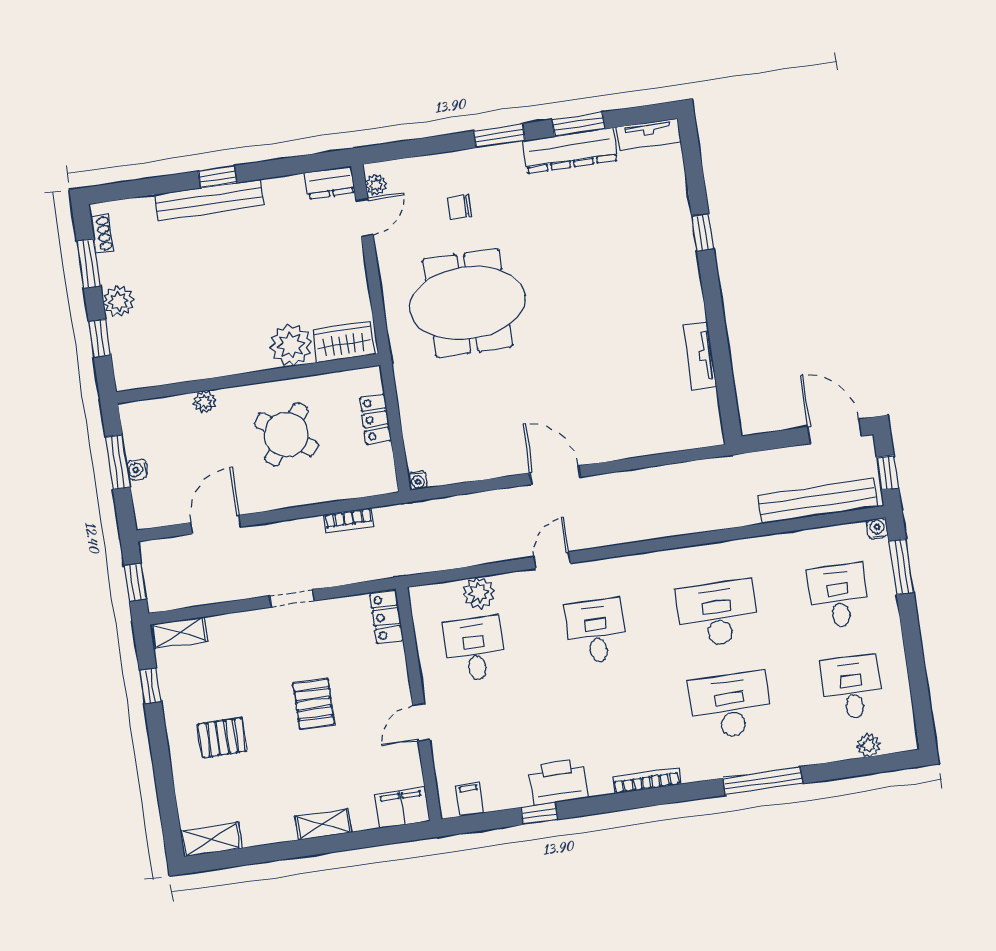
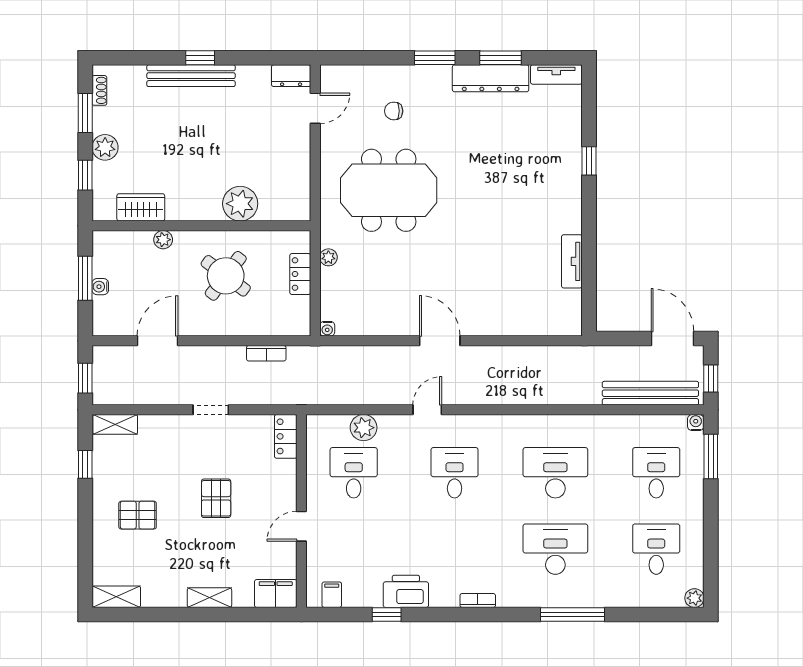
plant: (376, 185) -> (328, 257), moved
wardrobe: (343, 342) -> (141, 207), moved
plant: (868, 745) -> (694, 598), moved
bookcase: (646, 781) -> (478, 600), width x0.64

